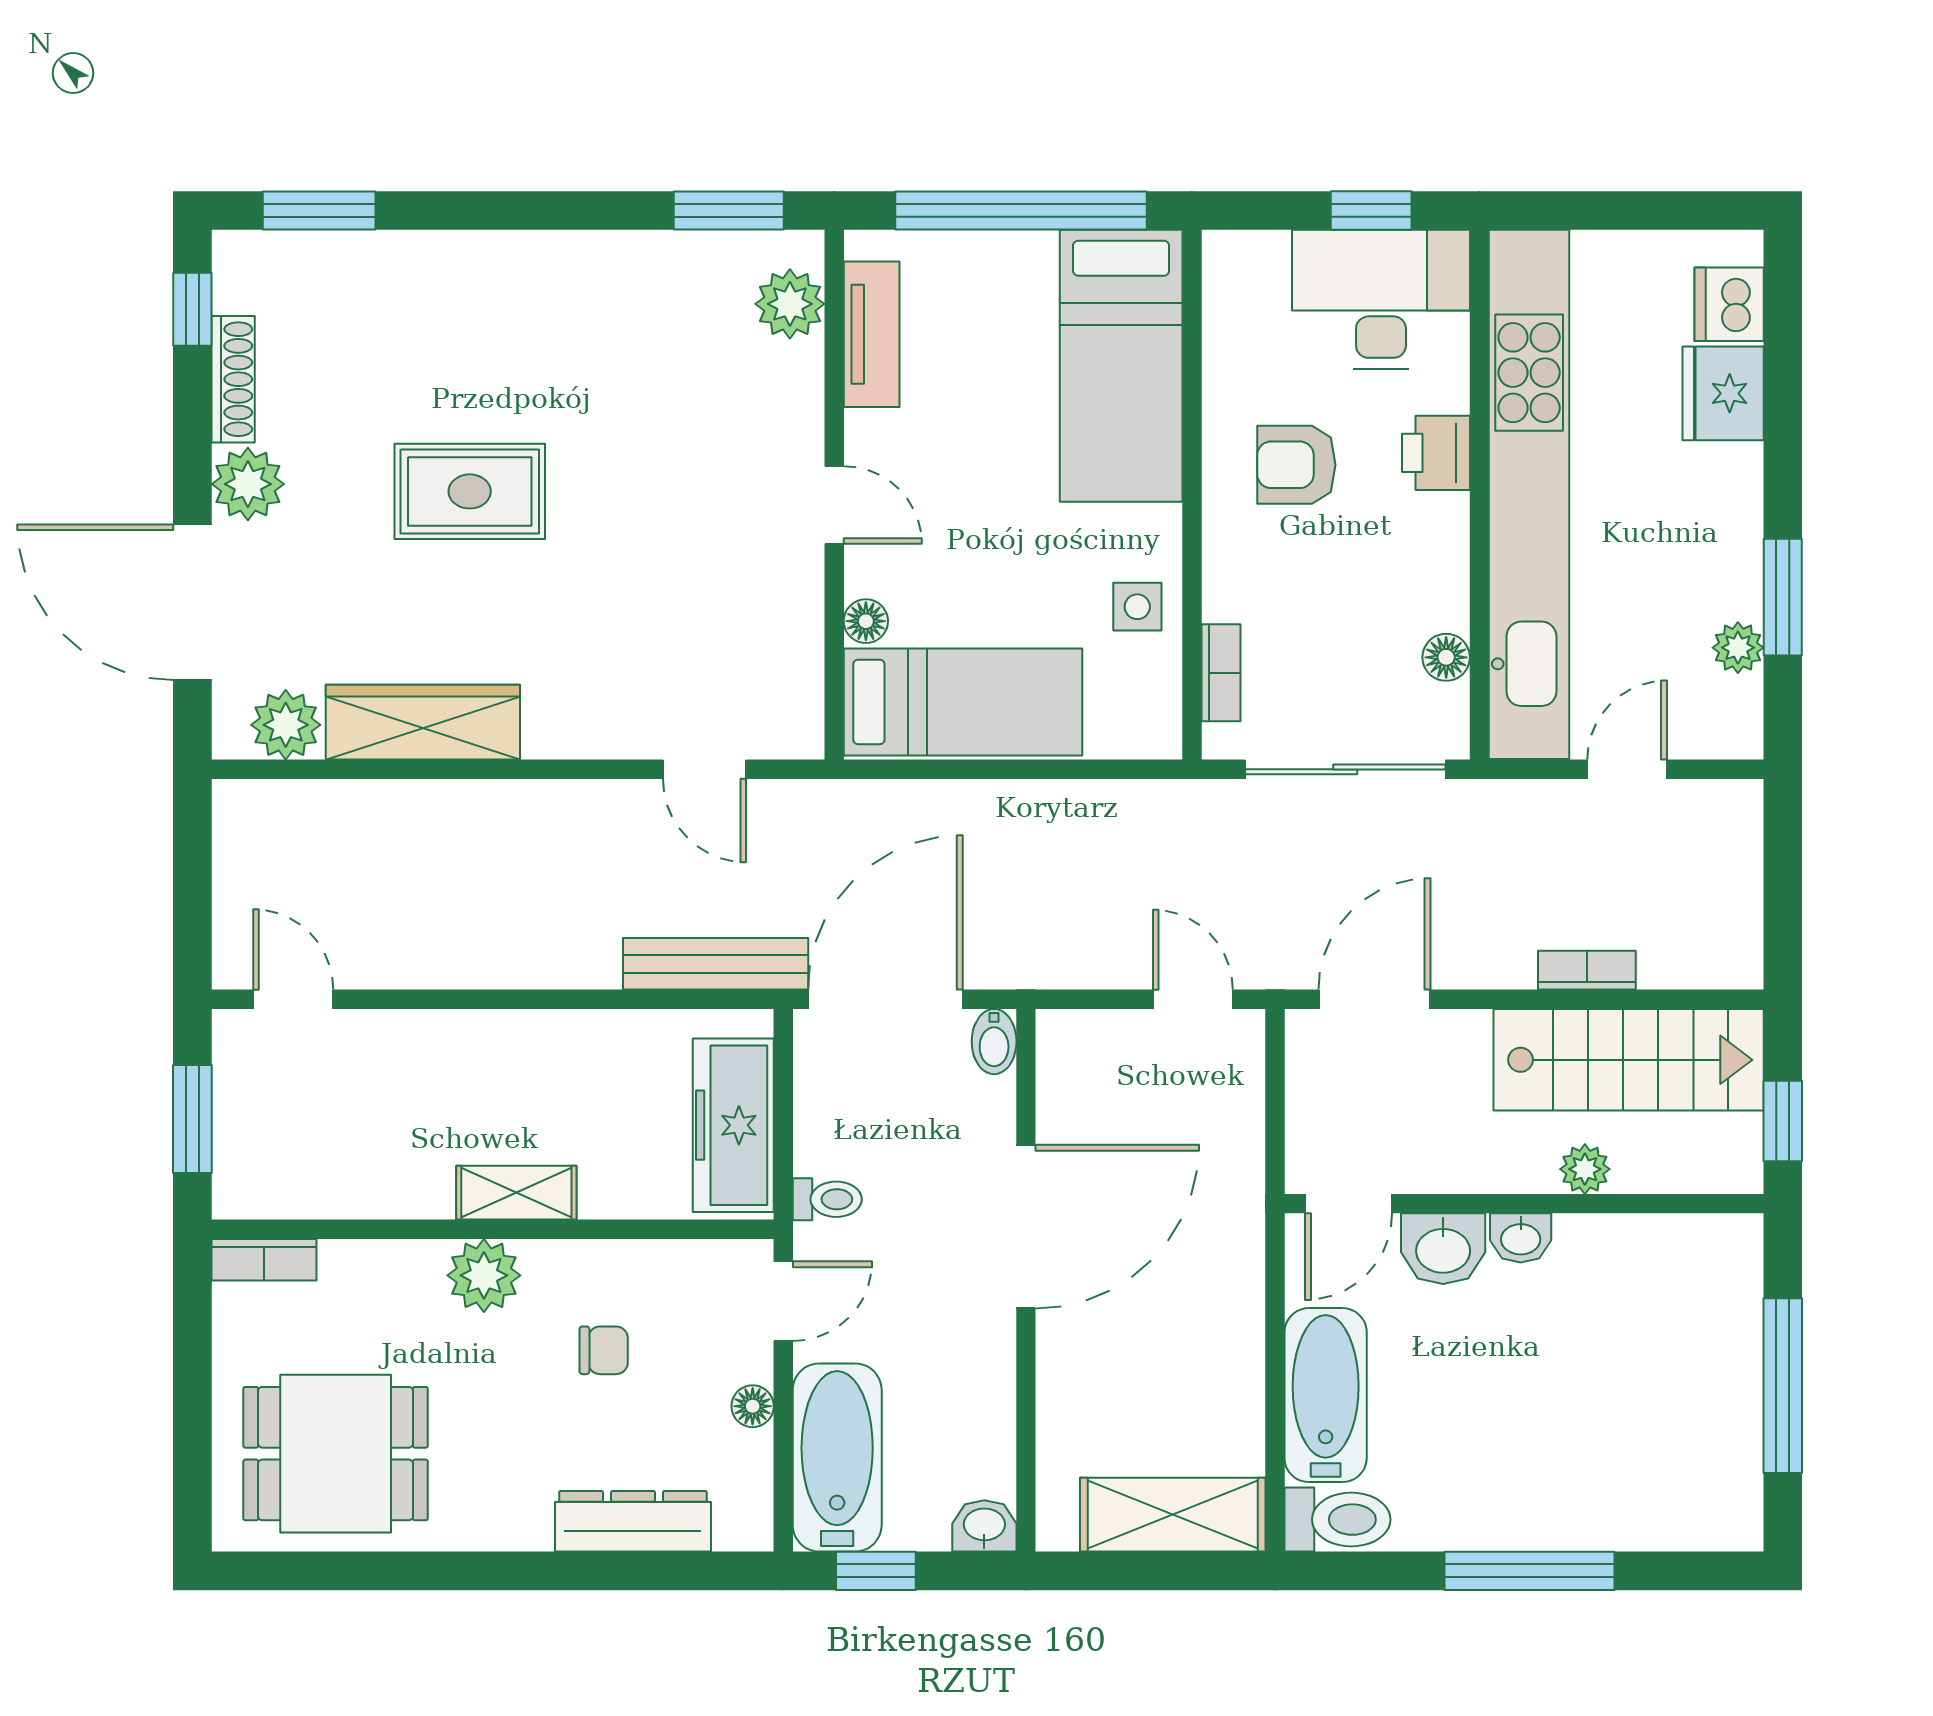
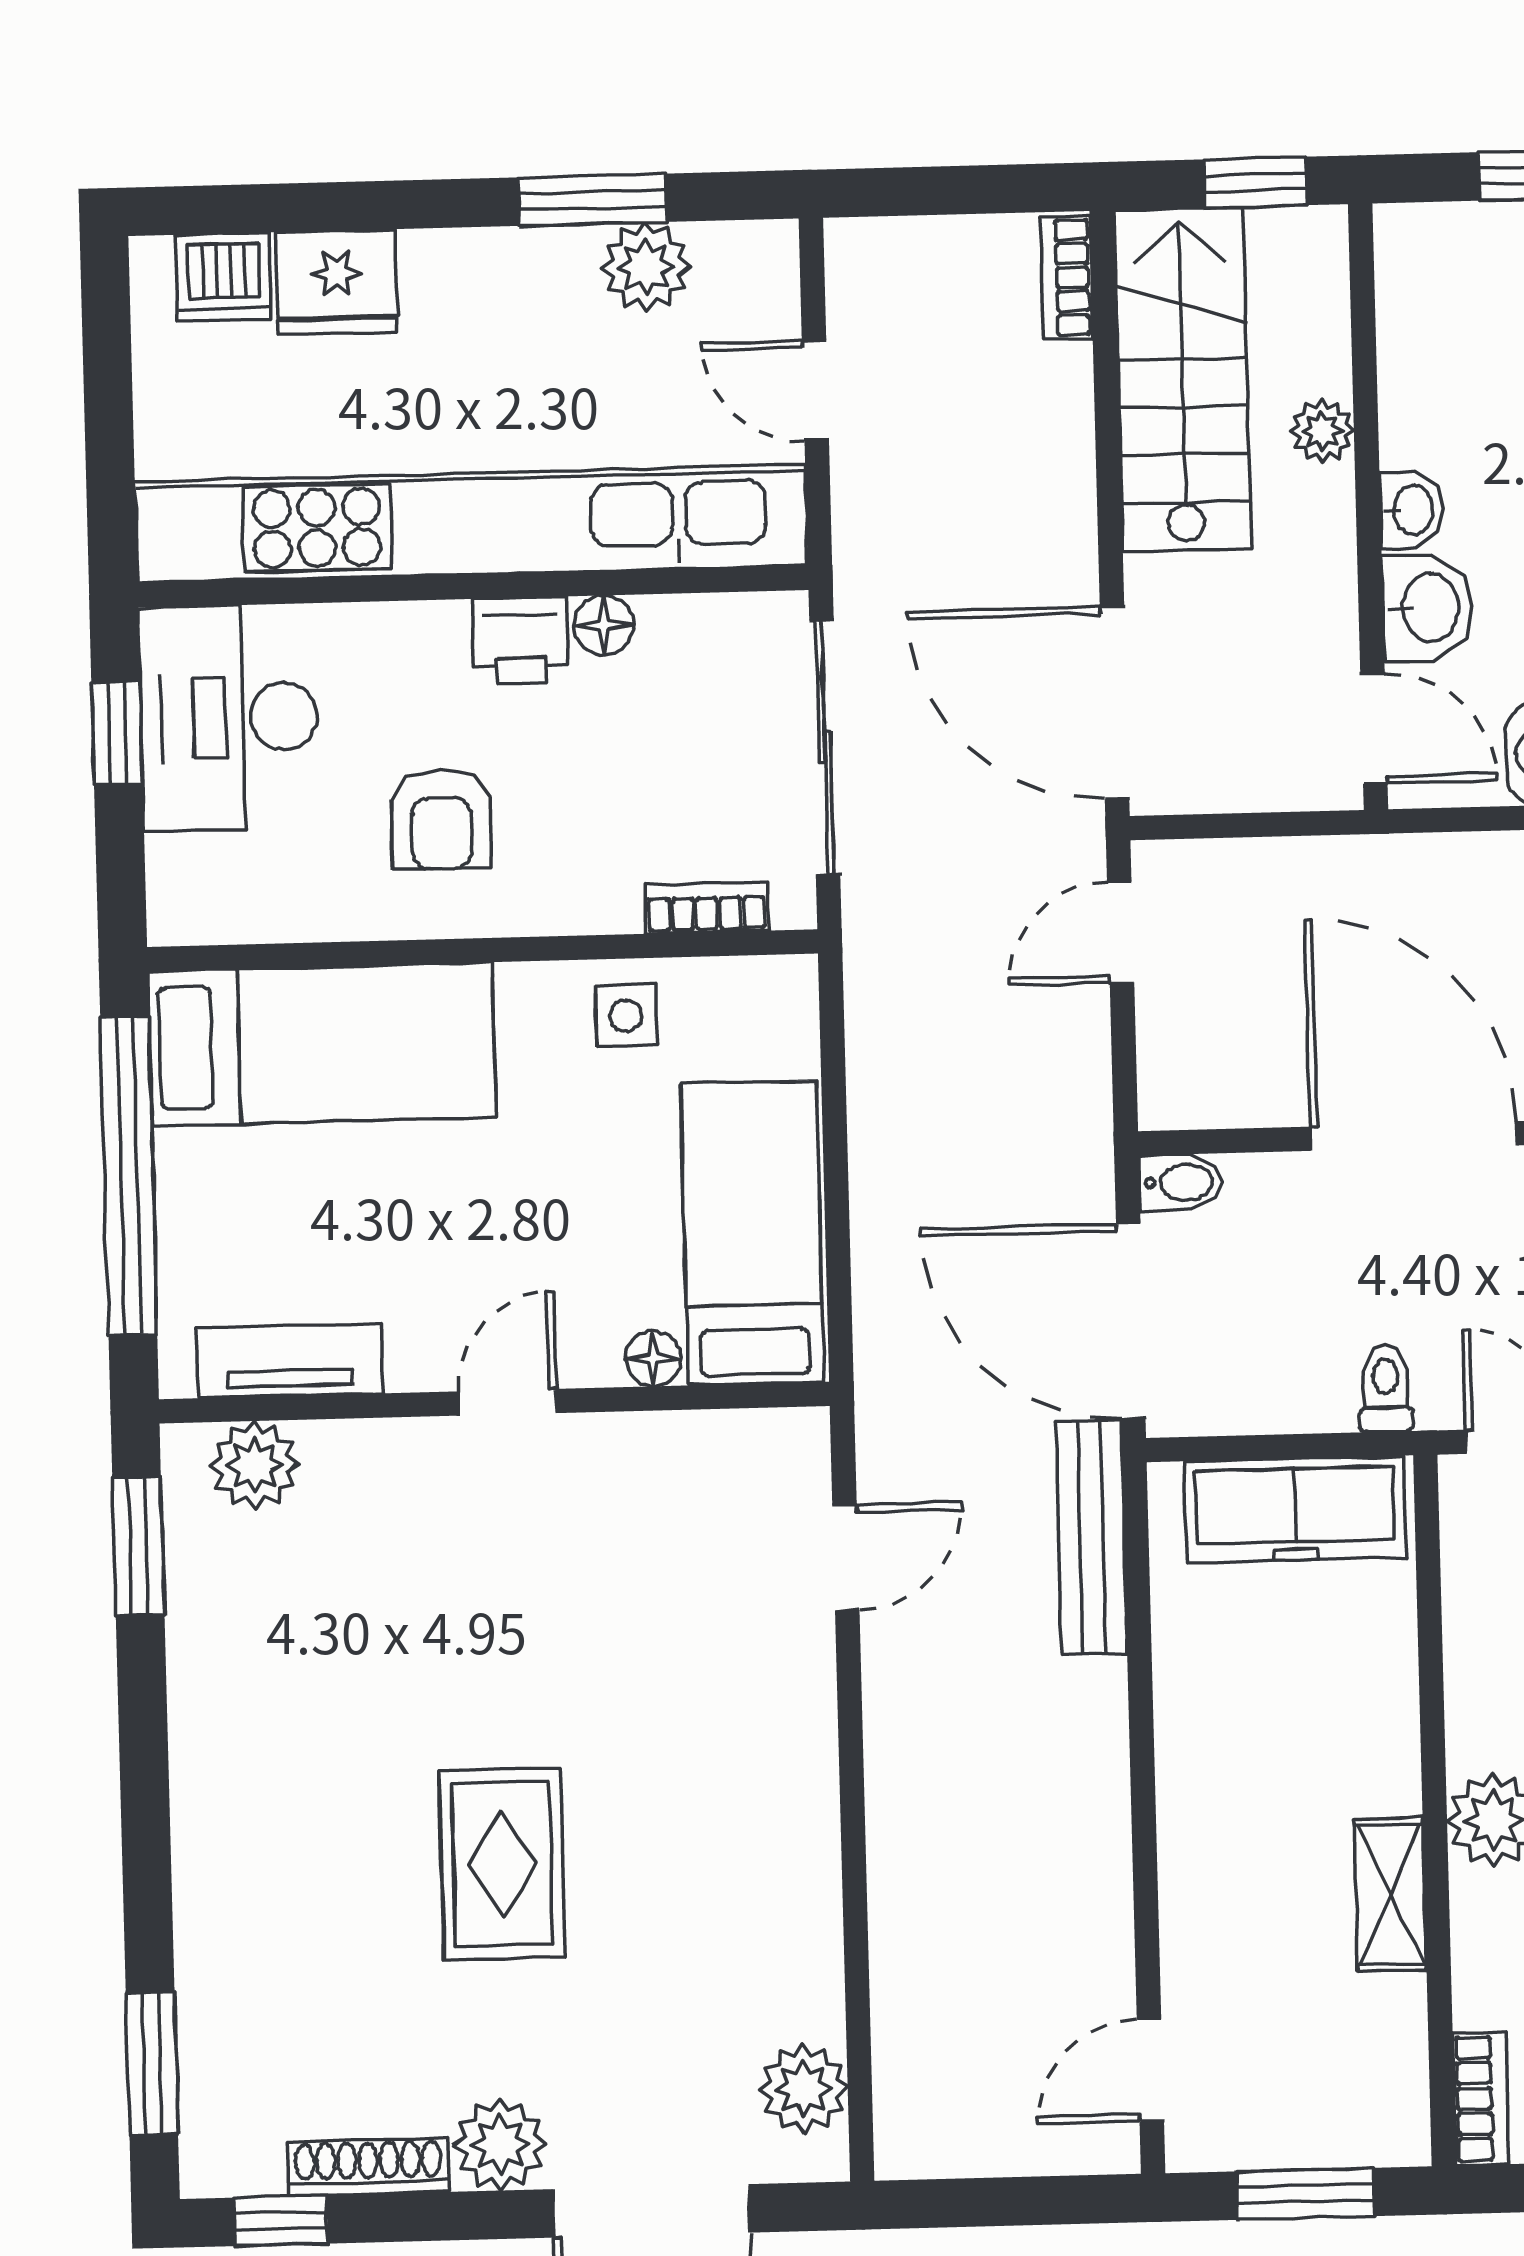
printer: (1436, 453) -> (521, 640), moved
plant: (1738, 648) -> (646, 267), width x1.38, depth x1.38
floor lamp: (1446, 657) -> (604, 625), moved
wardrobe: (423, 722) -> (796, 1915), removed
bookcase: (1587, 970) -> (1067, 278), moved
door: (1374, 999) -> (1115, 703), width x1.36
shelving: (516, 1193) -> (1390, 1894), moved

